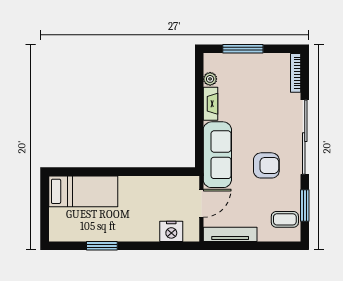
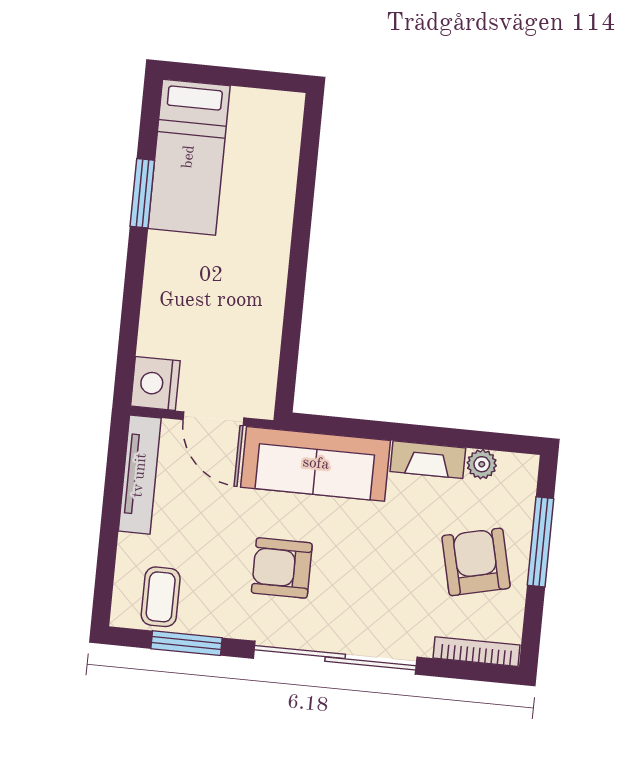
armchair: (255, 77) -> (476, 562), added
armchair: (266, 165) -> (282, 568), turned 90
bed: (83, 191) -> (189, 157), moved
nightstand: (171, 231) -> (155, 383), moved

